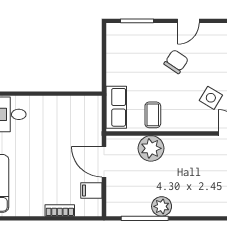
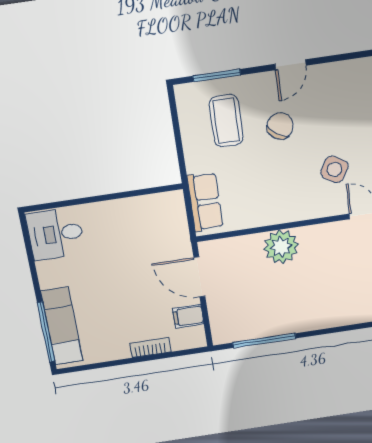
coffee table: (153, 115) -> (226, 121), moved, width x1.36, depth x1.30
plant: (151, 148) -> (281, 247), moved
plant: (162, 206) -> (284, 322), removed

